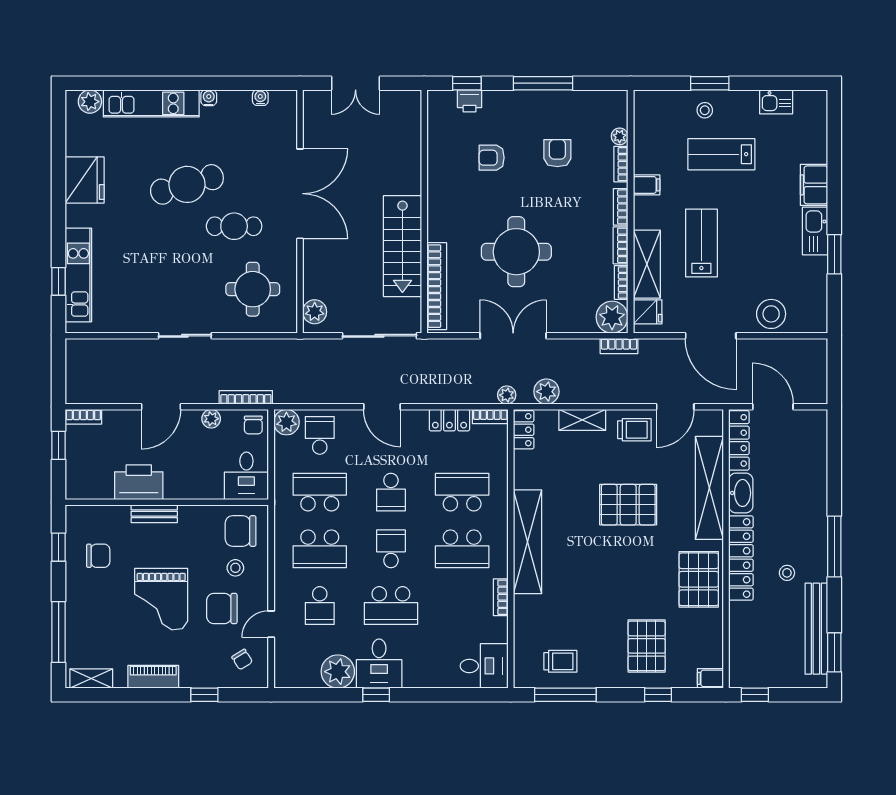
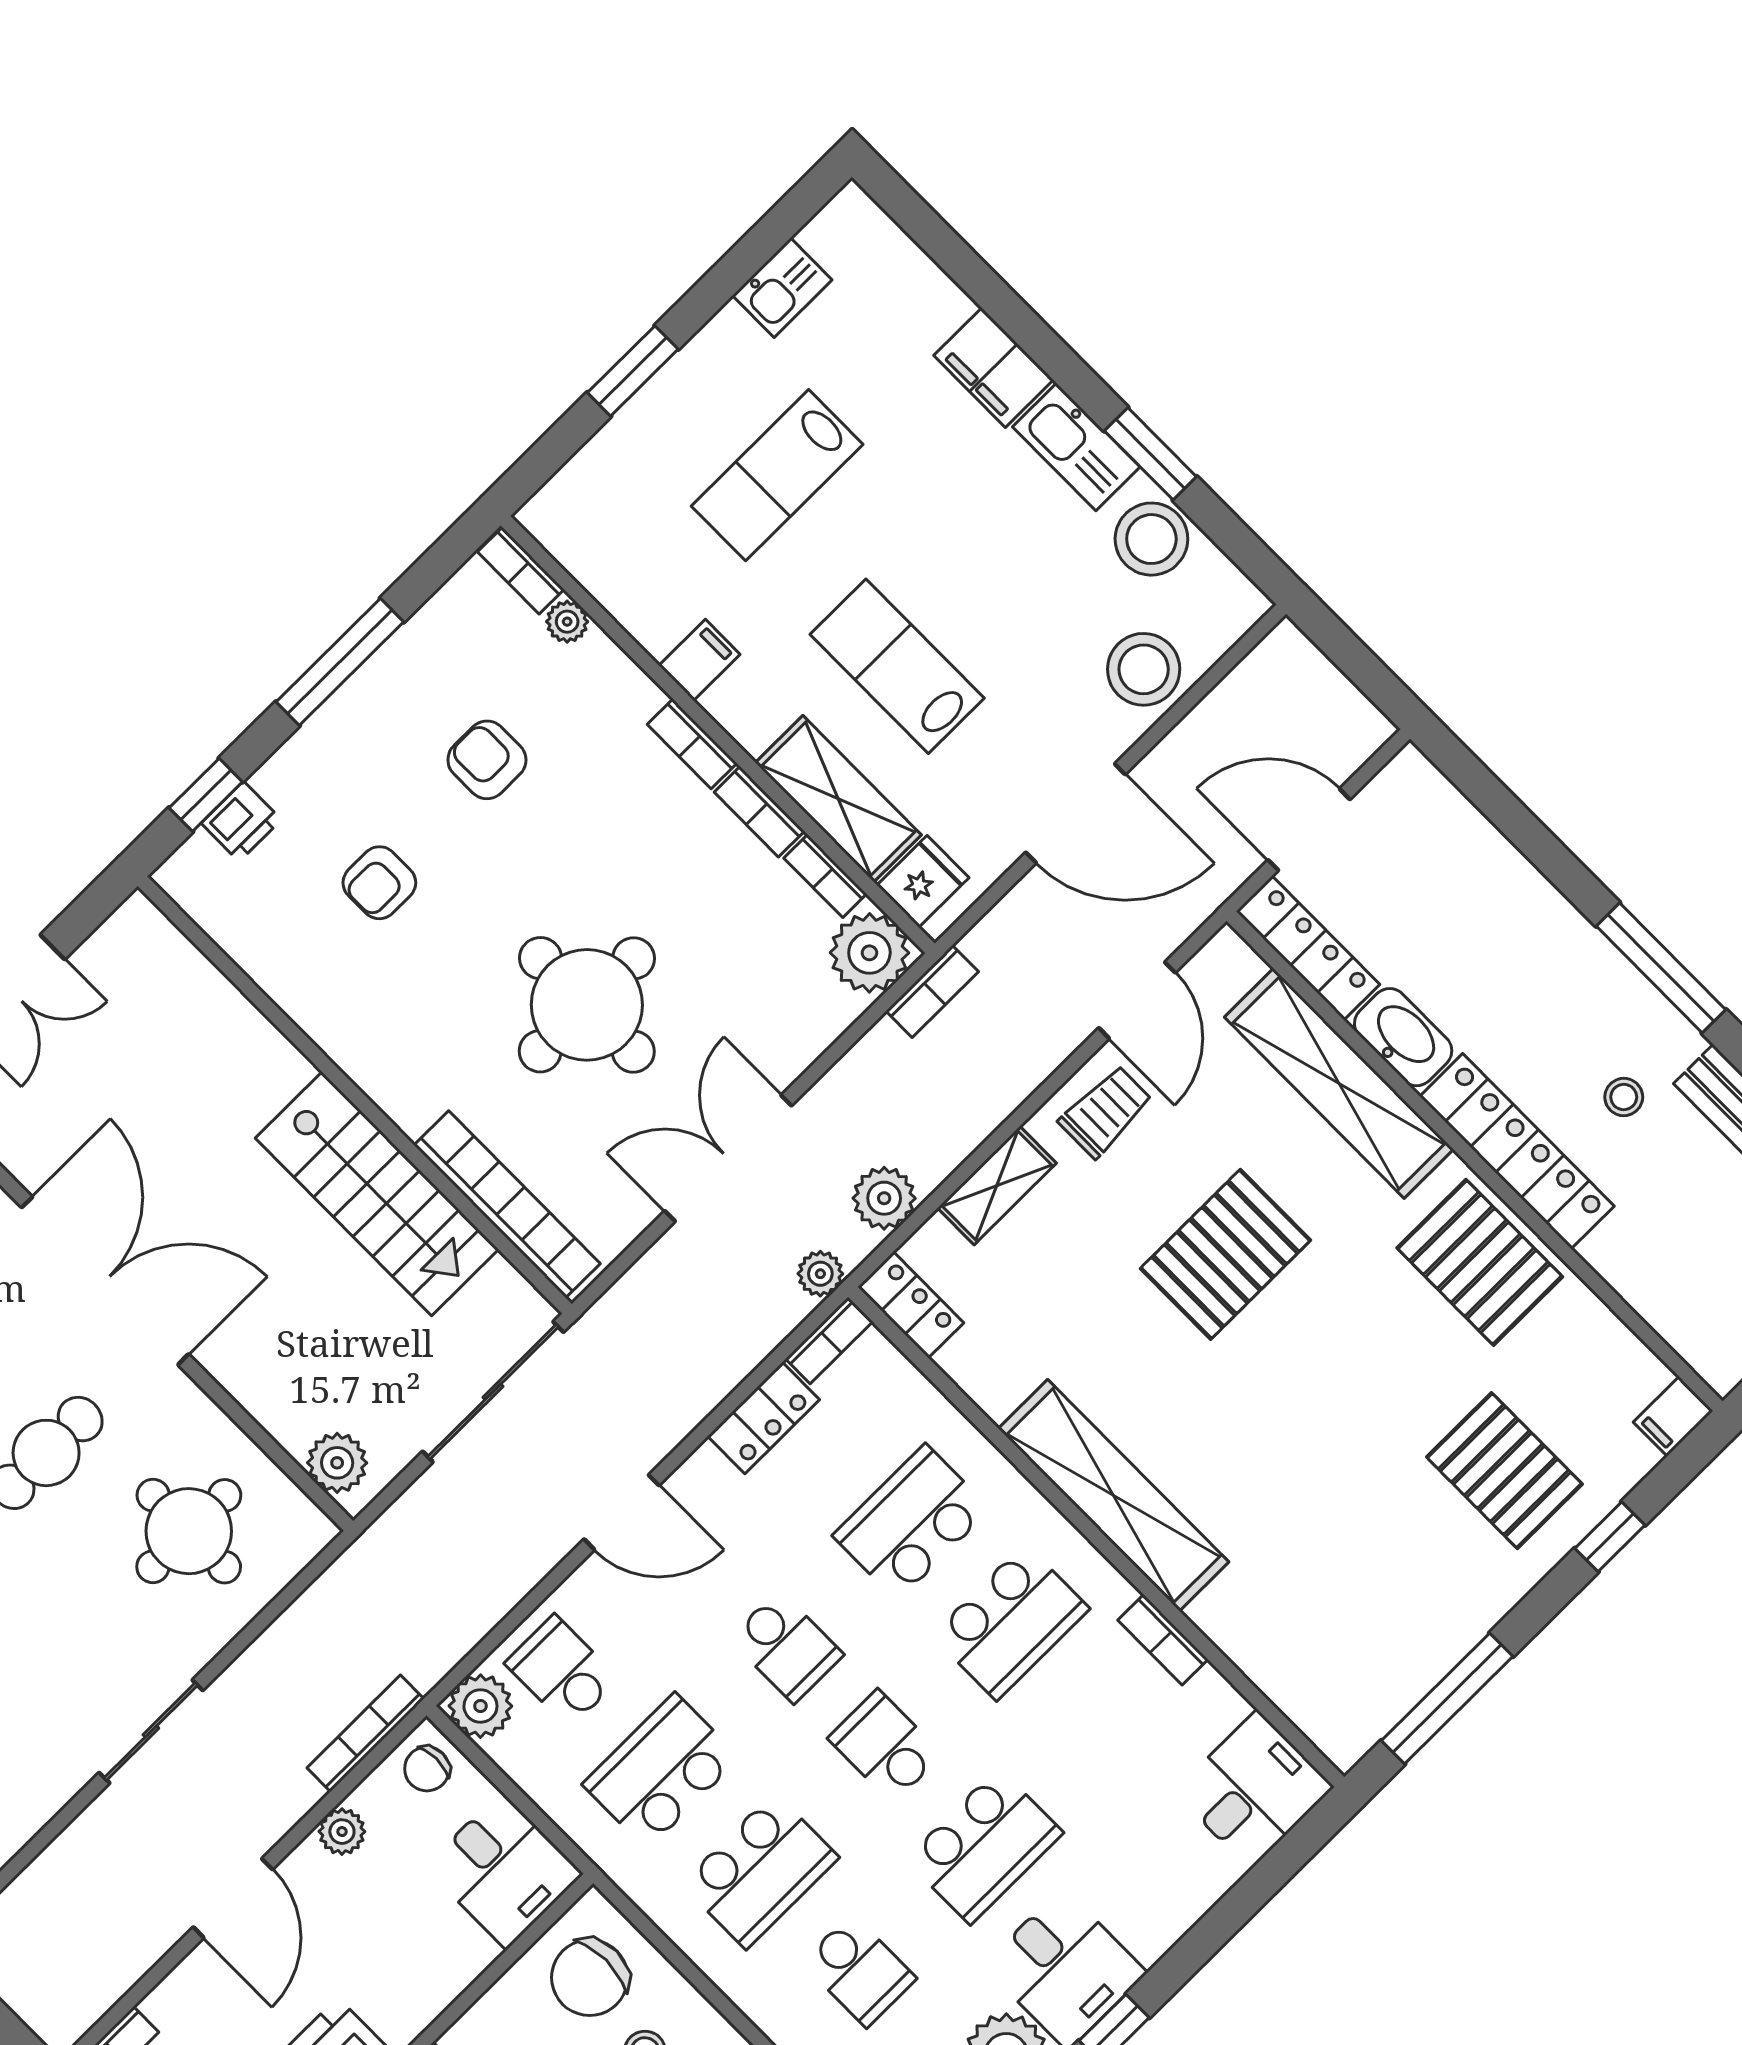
stool: (705, 110) -> (1151, 539), moved, width x1.89, depth x1.89
bookcase: (621, 164) -> (521, 571), moved
chair: (253, 425) -> (427, 1769), turned 90
trolley: (560, 661) -> (1380, 1648), removed

